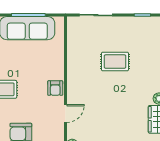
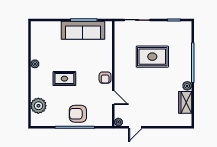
rug: (115, 62) -> (152, 57), width x1.36, depth x1.43
door: (66, 113) -> (113, 98), hinge flipped

